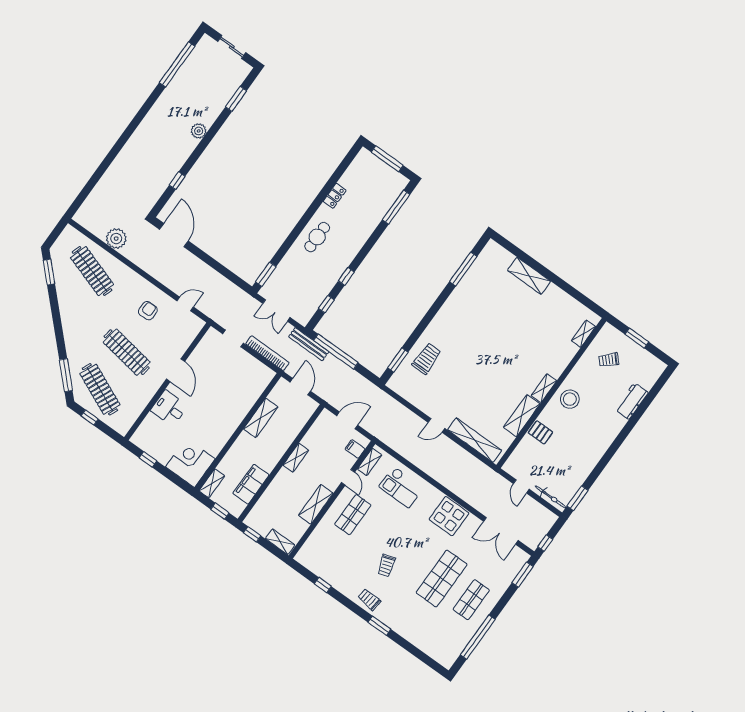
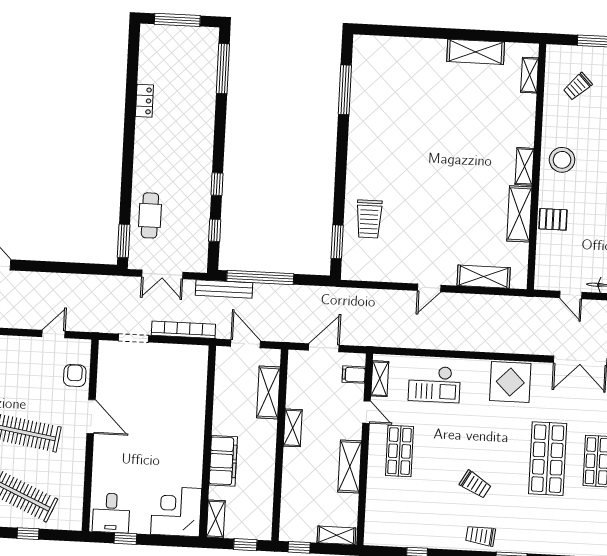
cafe table: (317, 237) -> (150, 215), moved
shelving: (529, 276) -> (476, 52), moved
armchair: (148, 311) -> (75, 375), moved
trolley: (427, 359) -> (369, 219), turned 180
desk: (169, 408) -> (111, 513), moved, turned -90
shelving: (261, 418) -> (268, 392), moved
shelving: (475, 440) -> (484, 277), width x0.68
filing cabinet: (251, 484) -> (223, 461), moved, turned 180
trolley: (386, 566) -> (475, 484), turned -42

